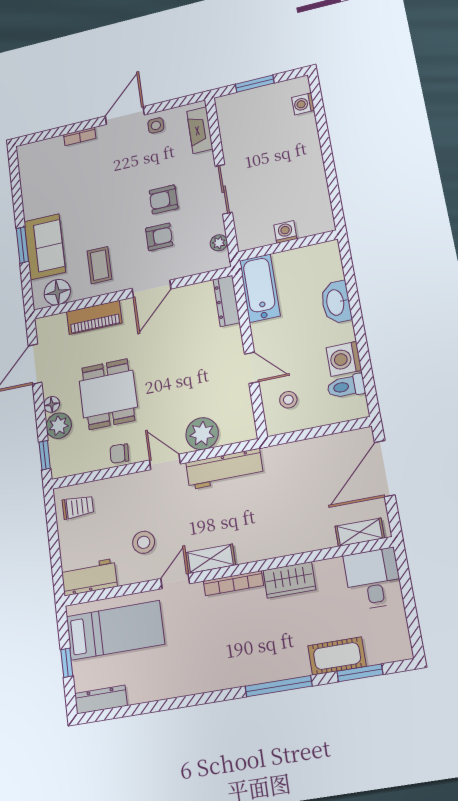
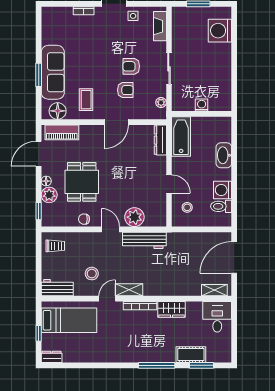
washing machine: (303, 104) -> (220, 31), width x1.89, depth x1.89
sofa: (45, 247) -> (53, 72), width x1.36
piano: (94, 317) -> (62, 132), moved
dresser: (101, 700) -> (52, 357), width x0.70

